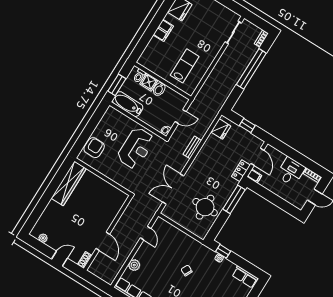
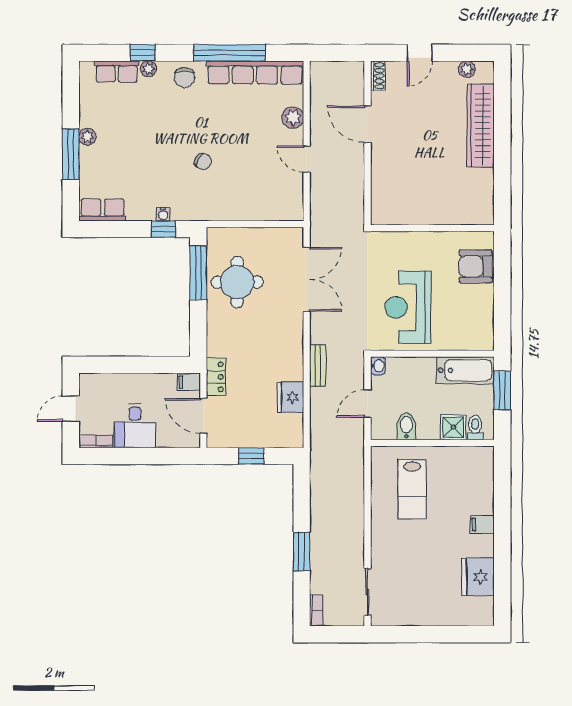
filing cabinet: (163, 30) -> (482, 525), width x0.50
window: (251, 69) -> (302, 551), width x0.47
bidet: (159, 89) -> (406, 426), moved
fridge: (221, 129) -> (291, 397), moved
armchair: (94, 148) -> (476, 266), turned 90
wardrobe: (69, 183) -> (481, 126), moved
window: (234, 199) -> (198, 273), moved
door: (146, 233) -> (307, 159), moved

